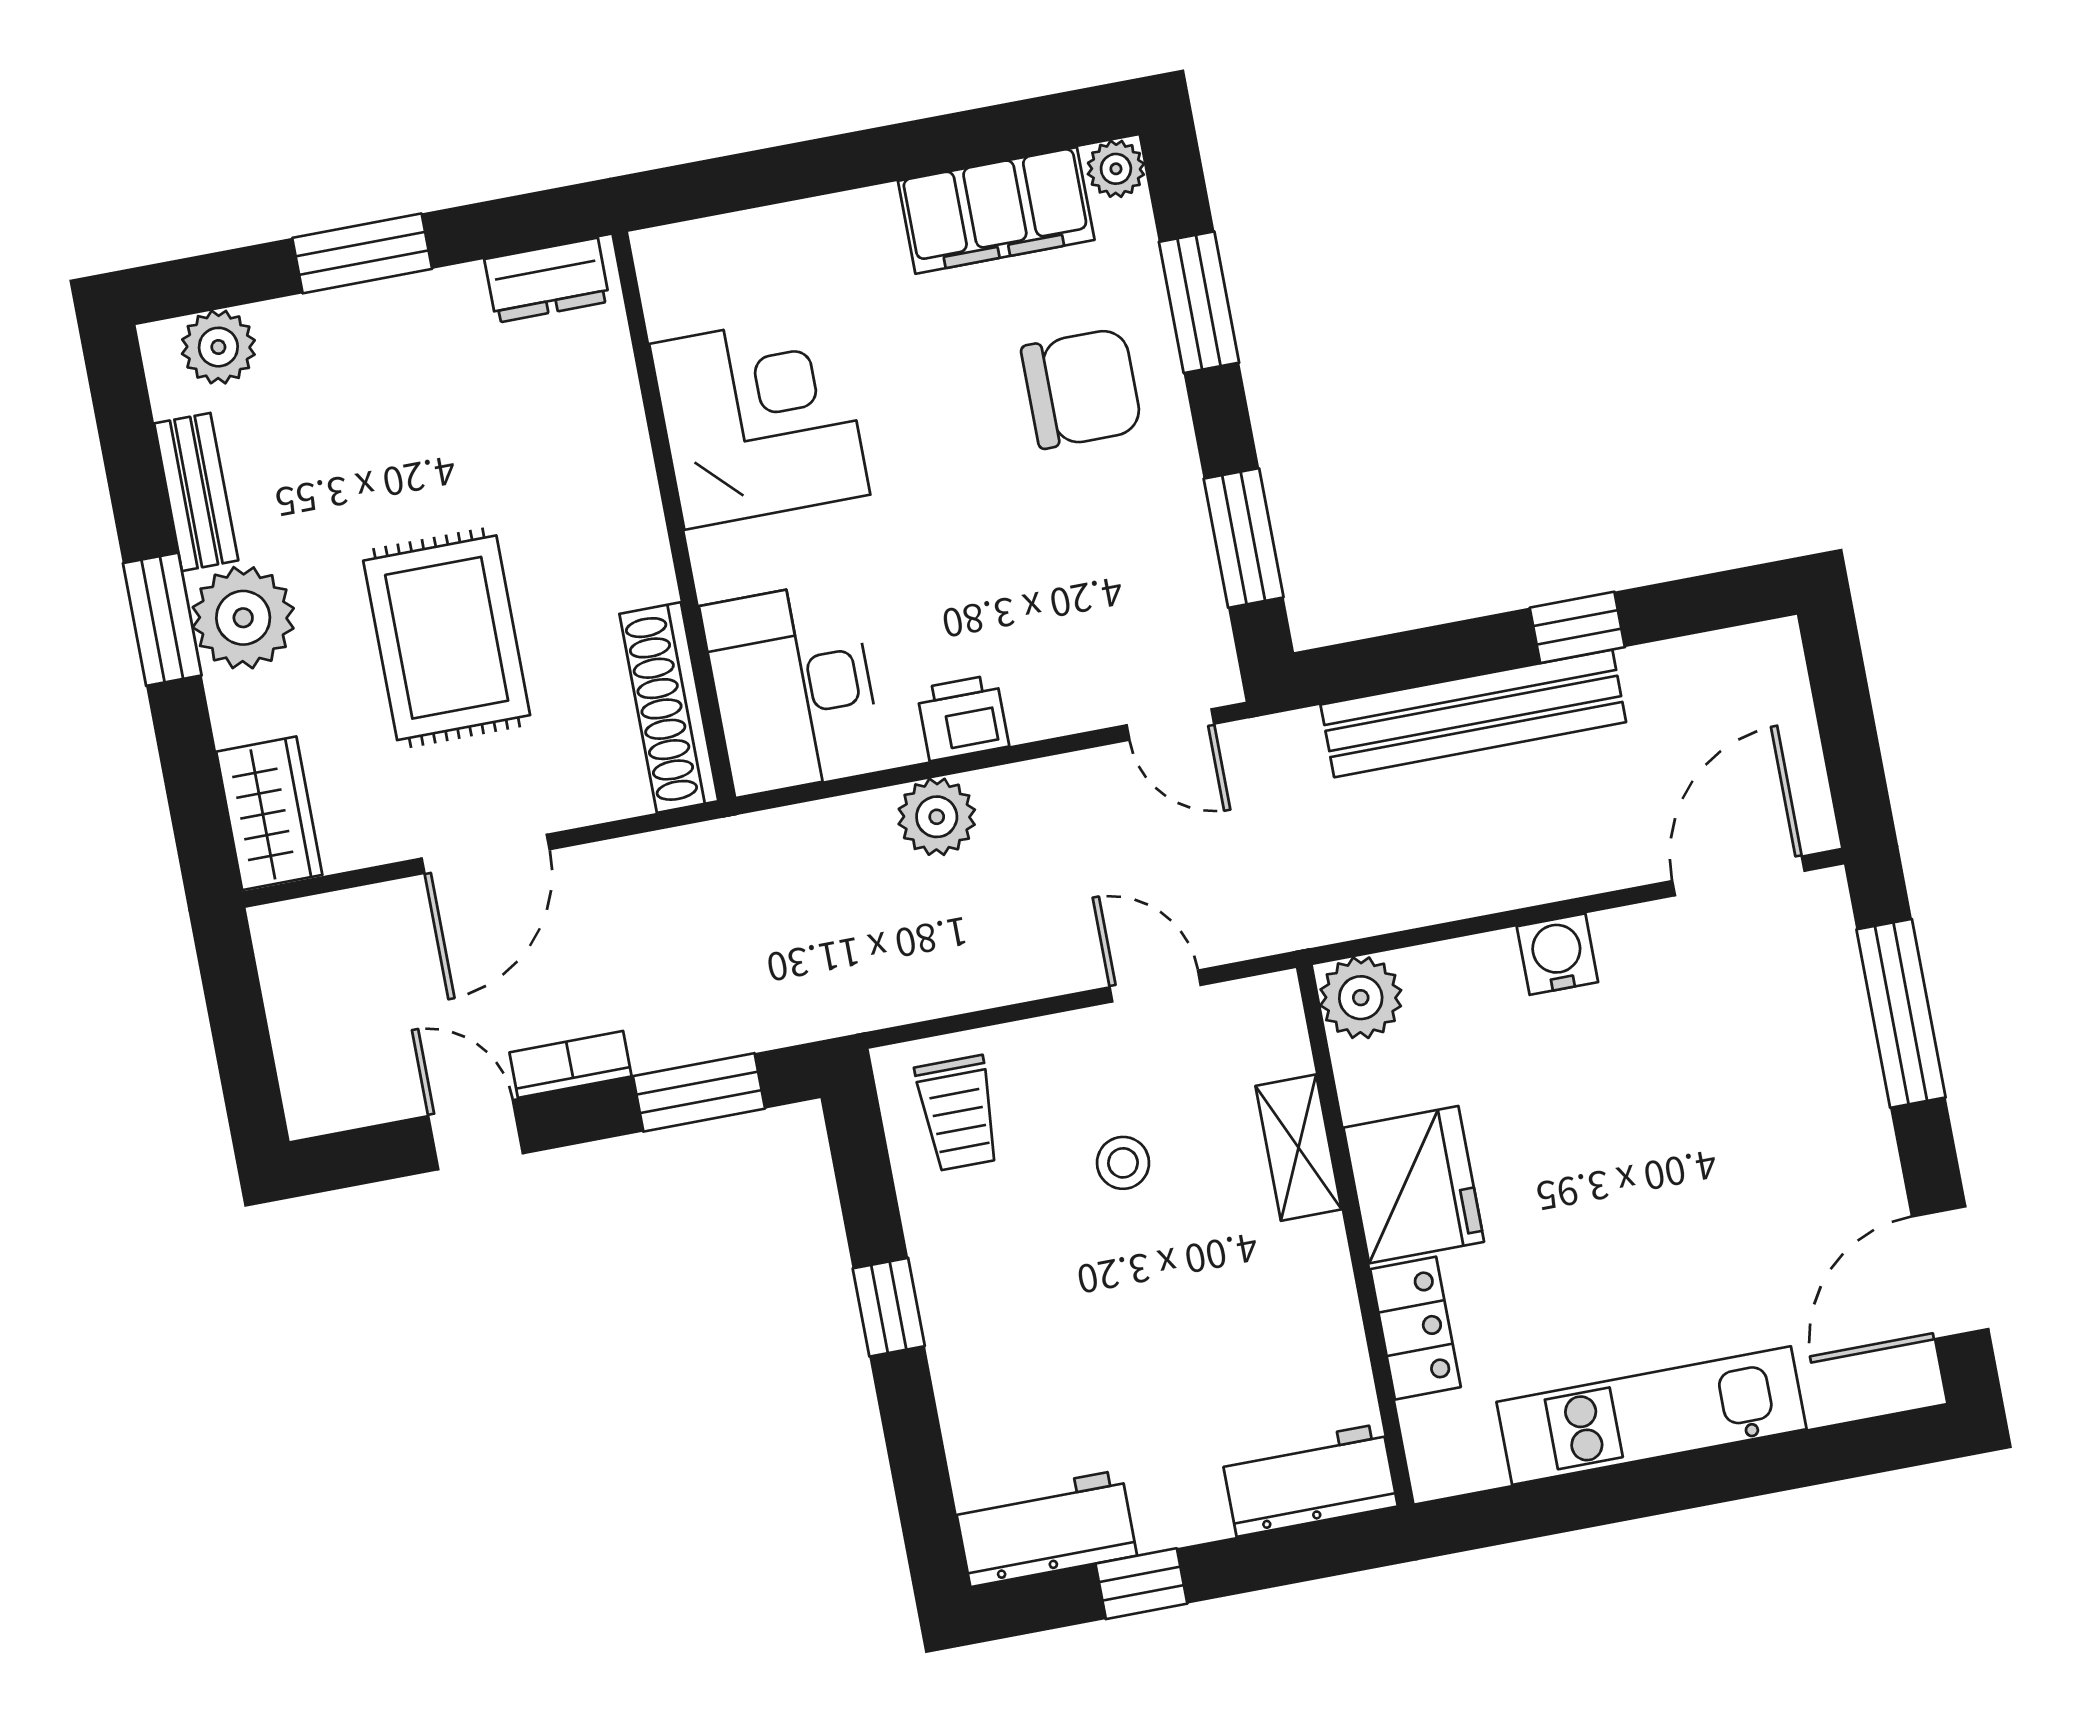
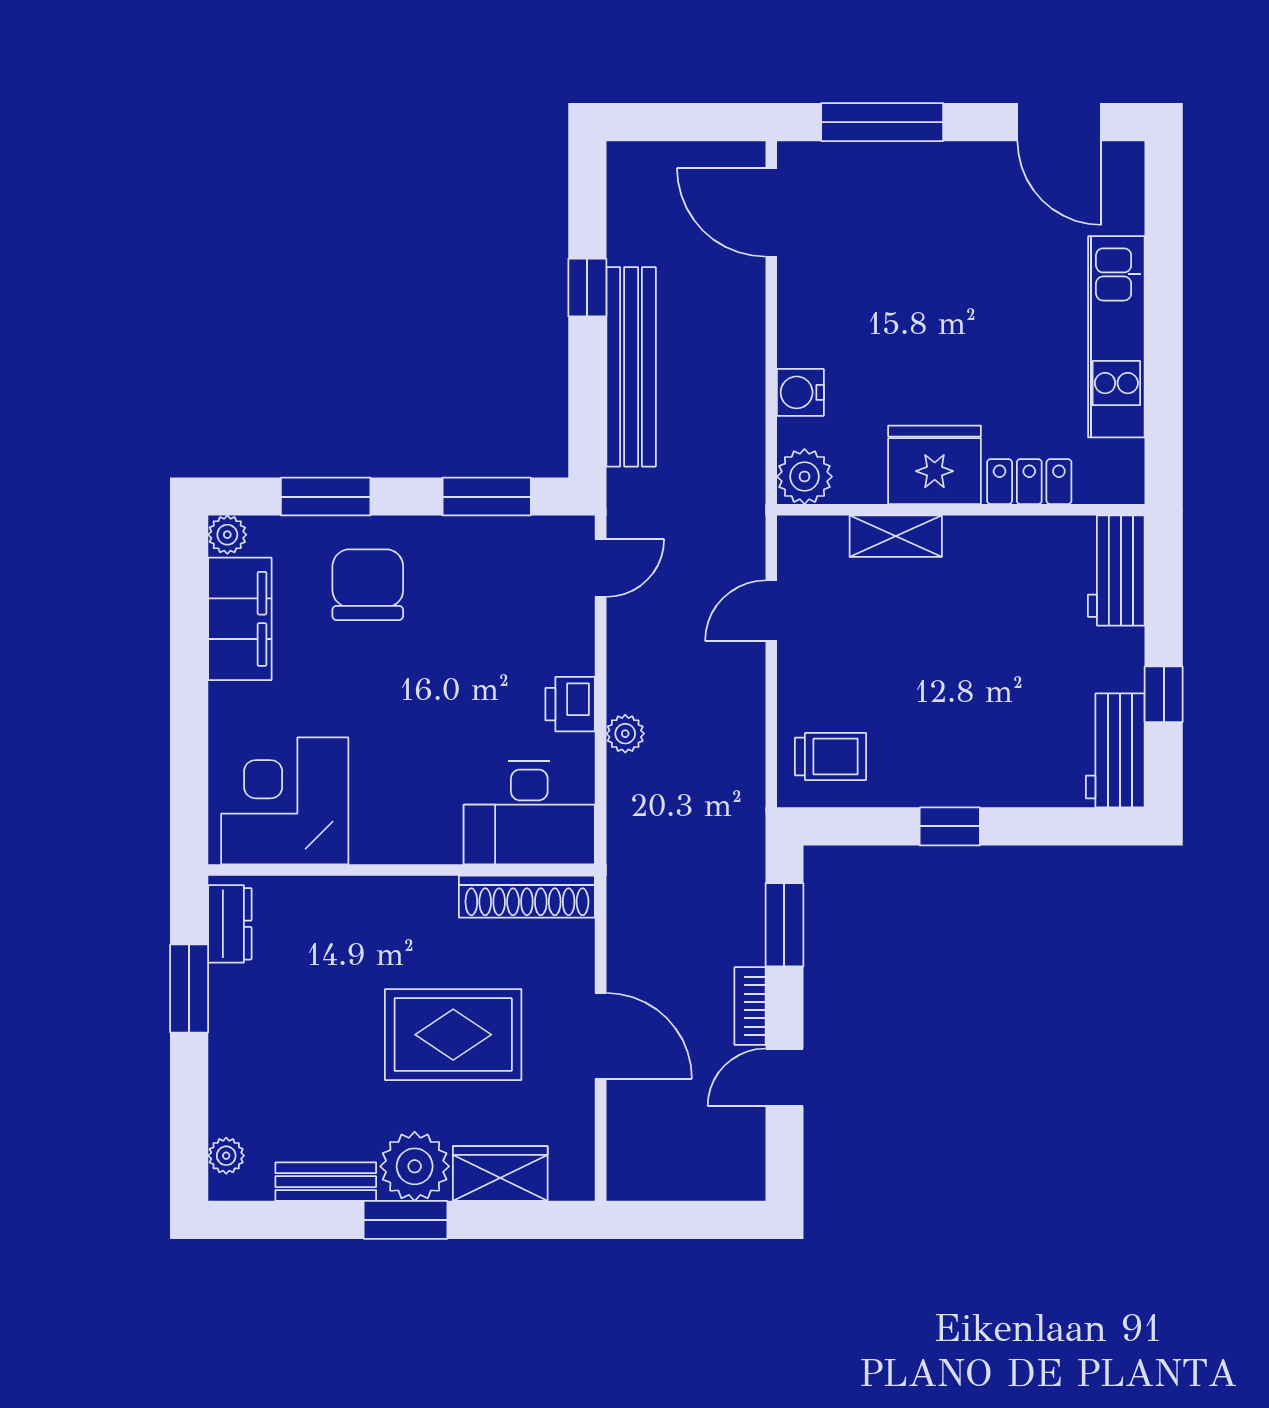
window: (362, 253) -> (189, 989), moved
plant: (218, 347) -> (226, 1156), width x0.73, depth x0.73
corner desk: (760, 419) -> (285, 801), moved
wardrobe: (269, 813) -> (500, 1173), moved
plant: (937, 817) -> (625, 734), width x0.73, depth x0.73
water cooler: (1557, 954) -> (800, 392), moved
stool: (1123, 1163) -> (884, 654), removed

